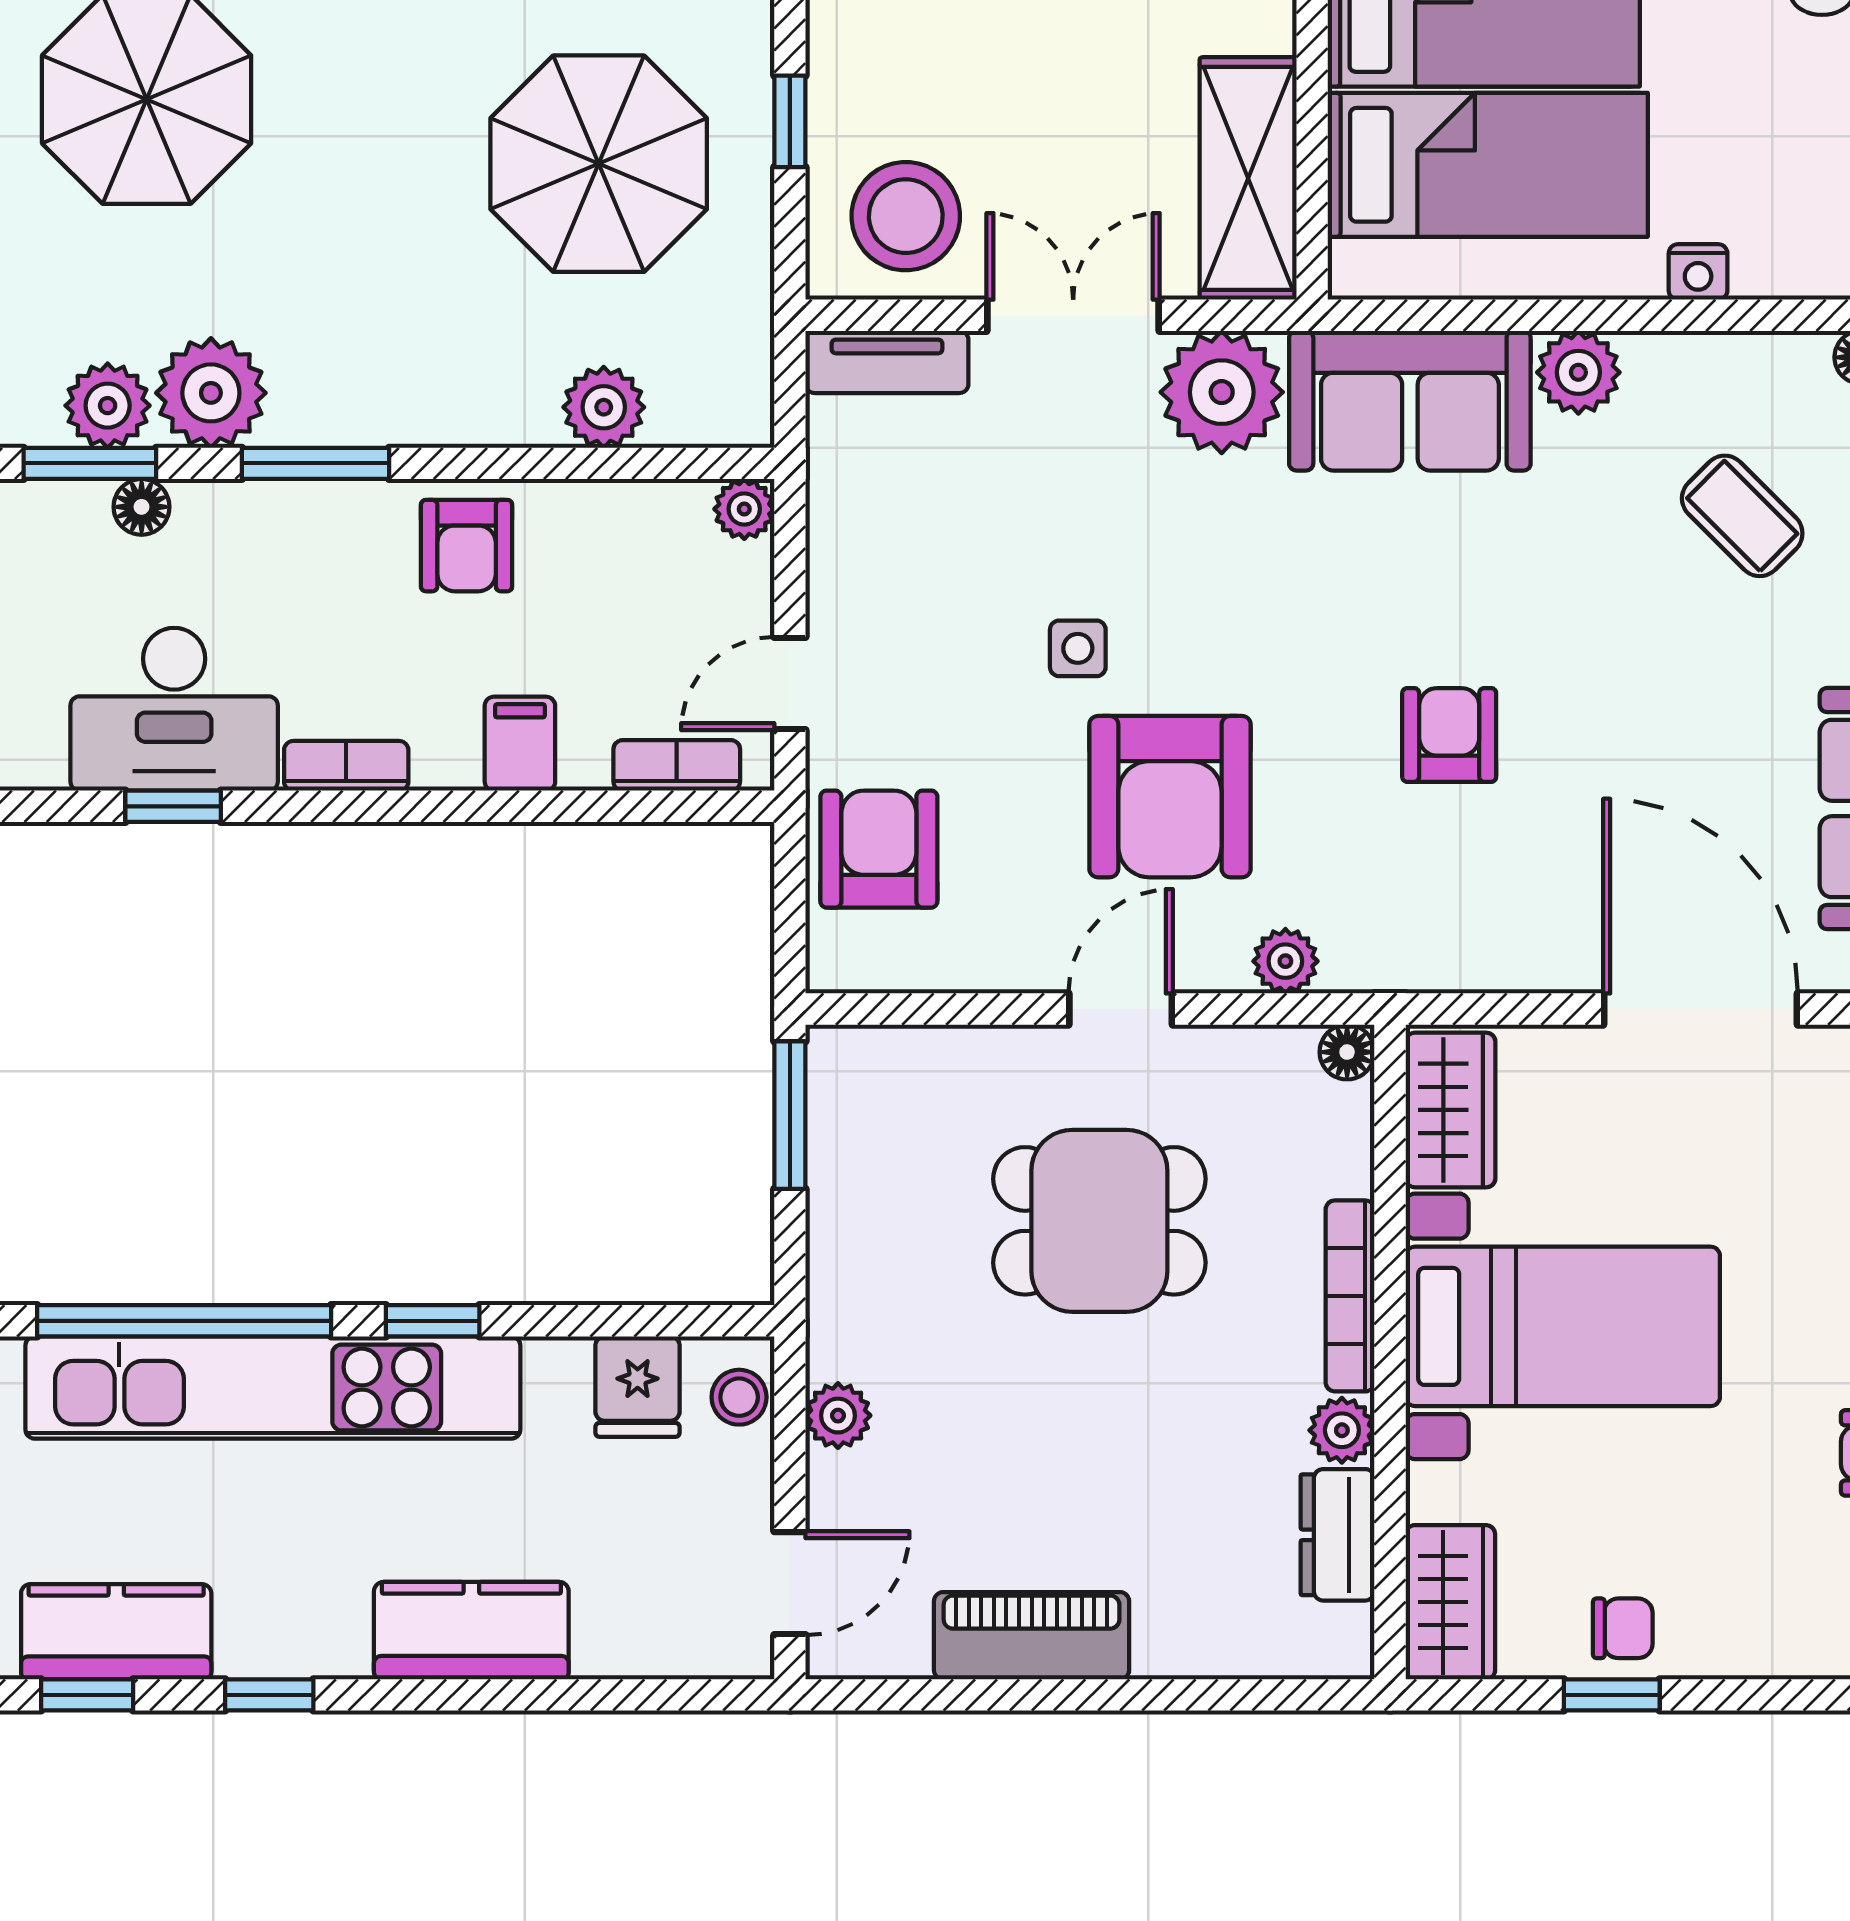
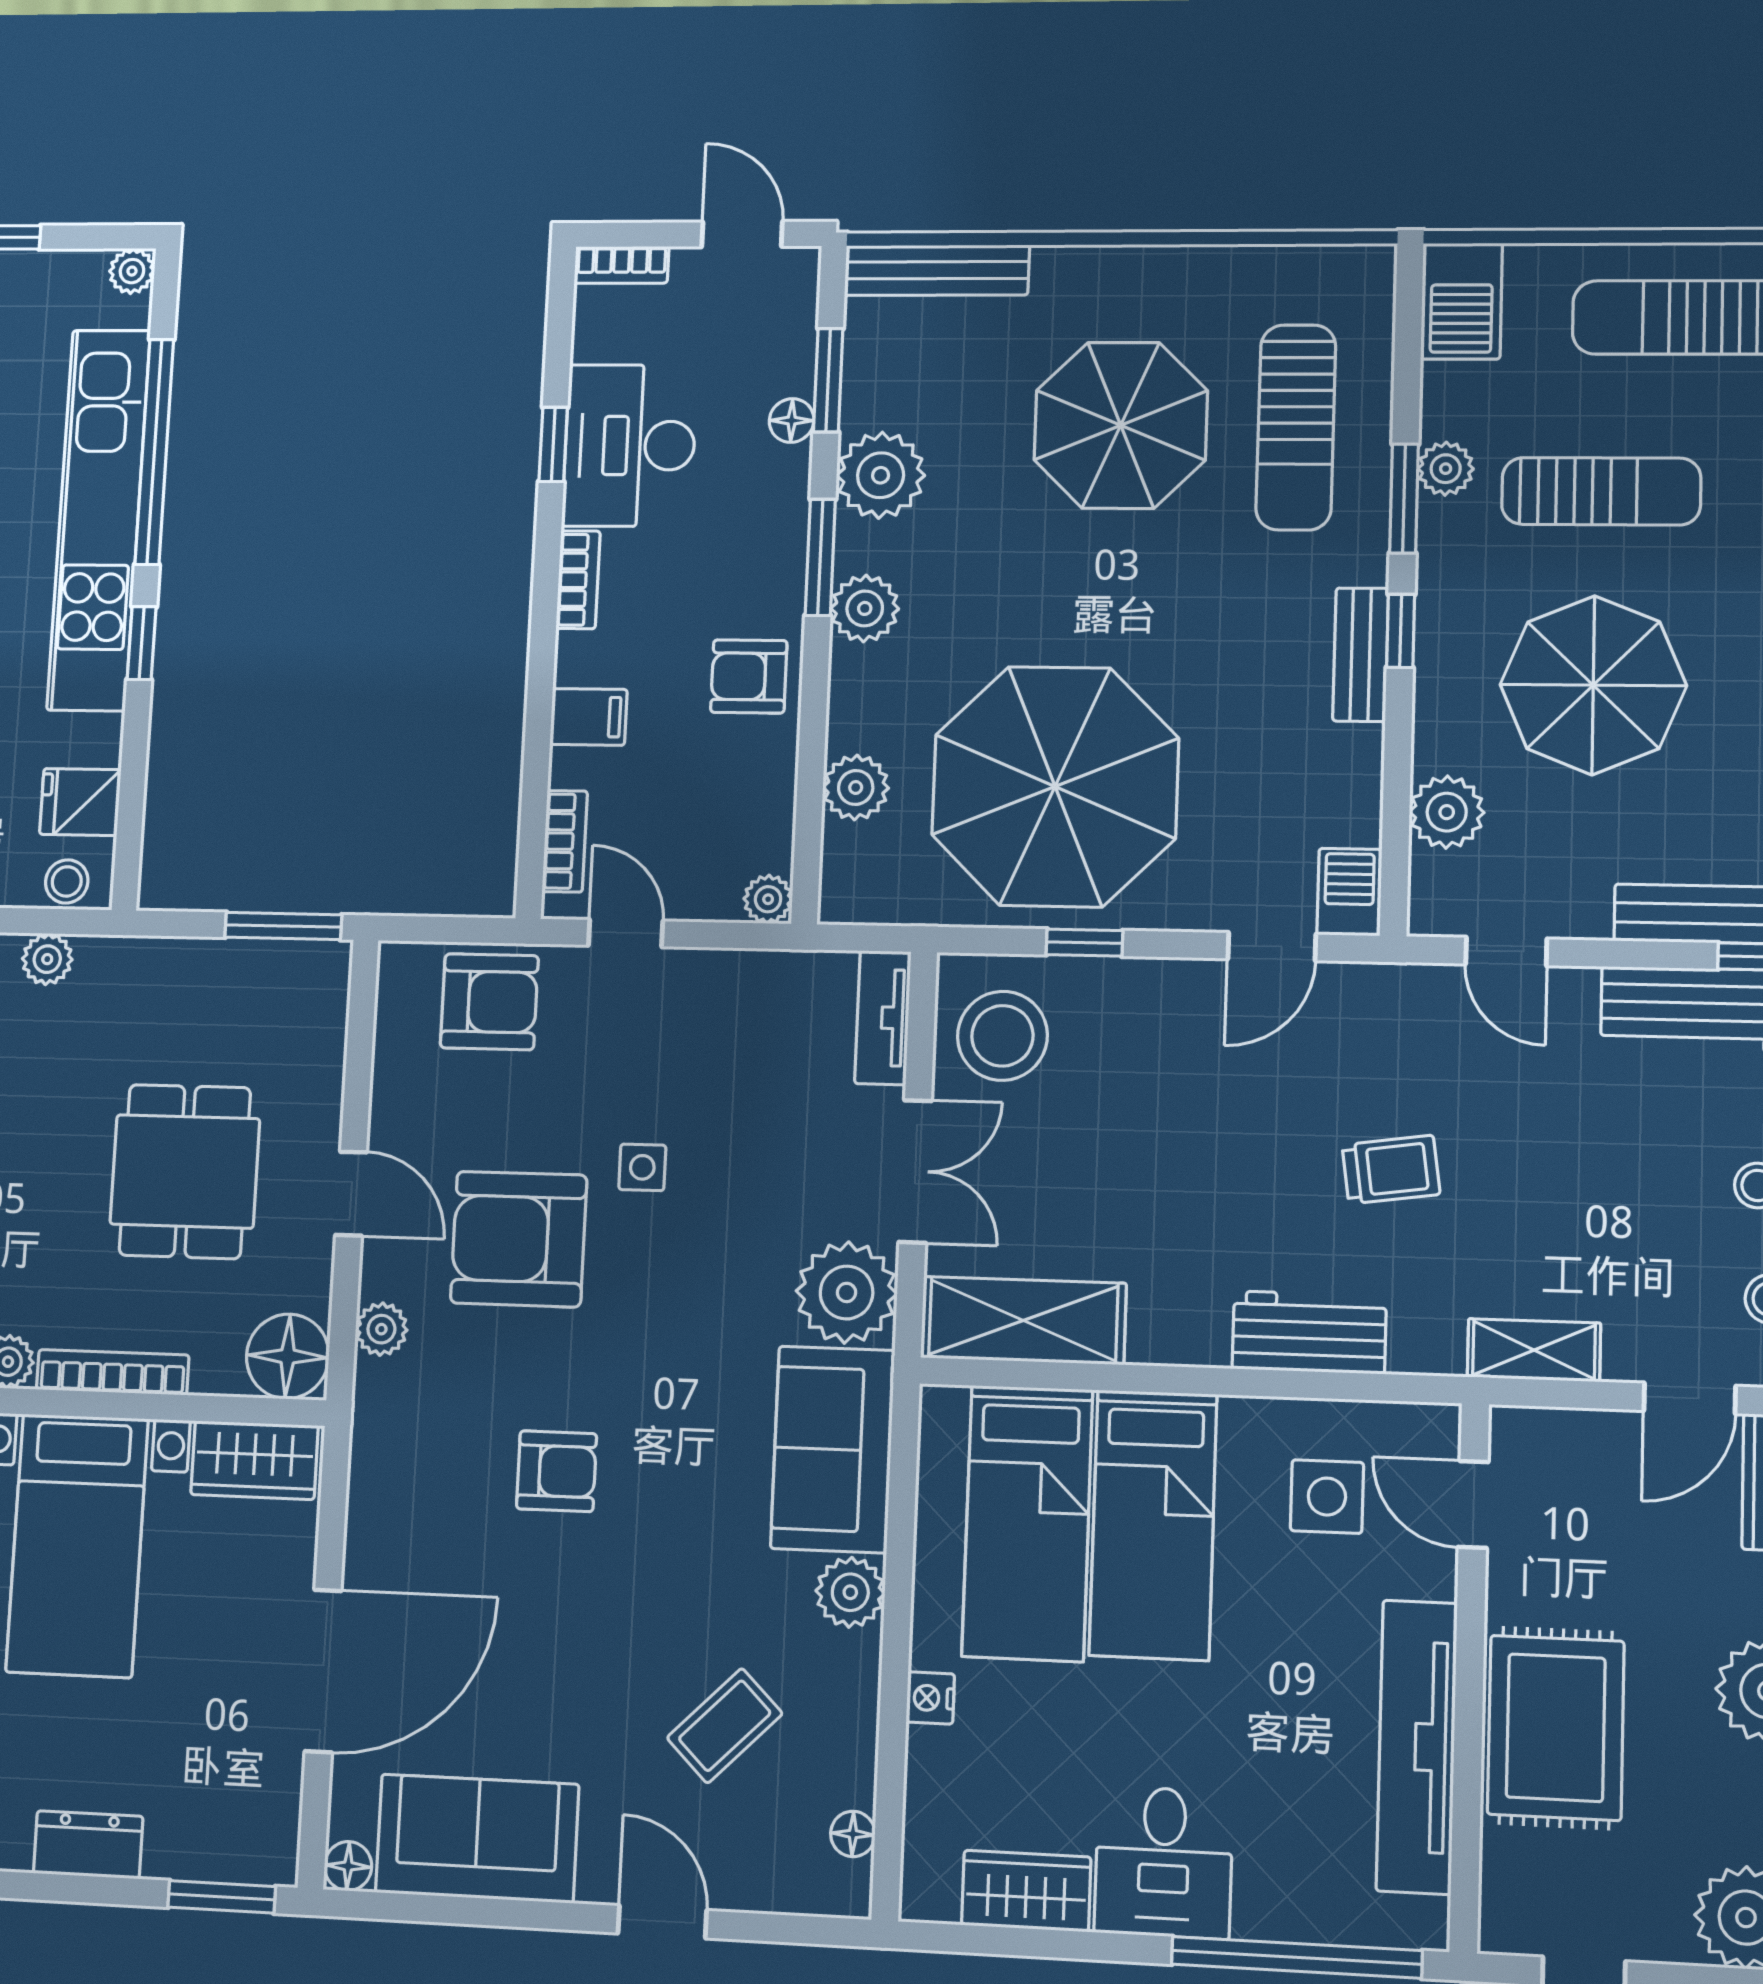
parasol: (599, 164) -> (1055, 786), width x1.36, depth x1.36
plant: (108, 406) -> (865, 608), moved
floor lamp: (1347, 1052) -> (288, 1356), width x1.89, depth x1.89

